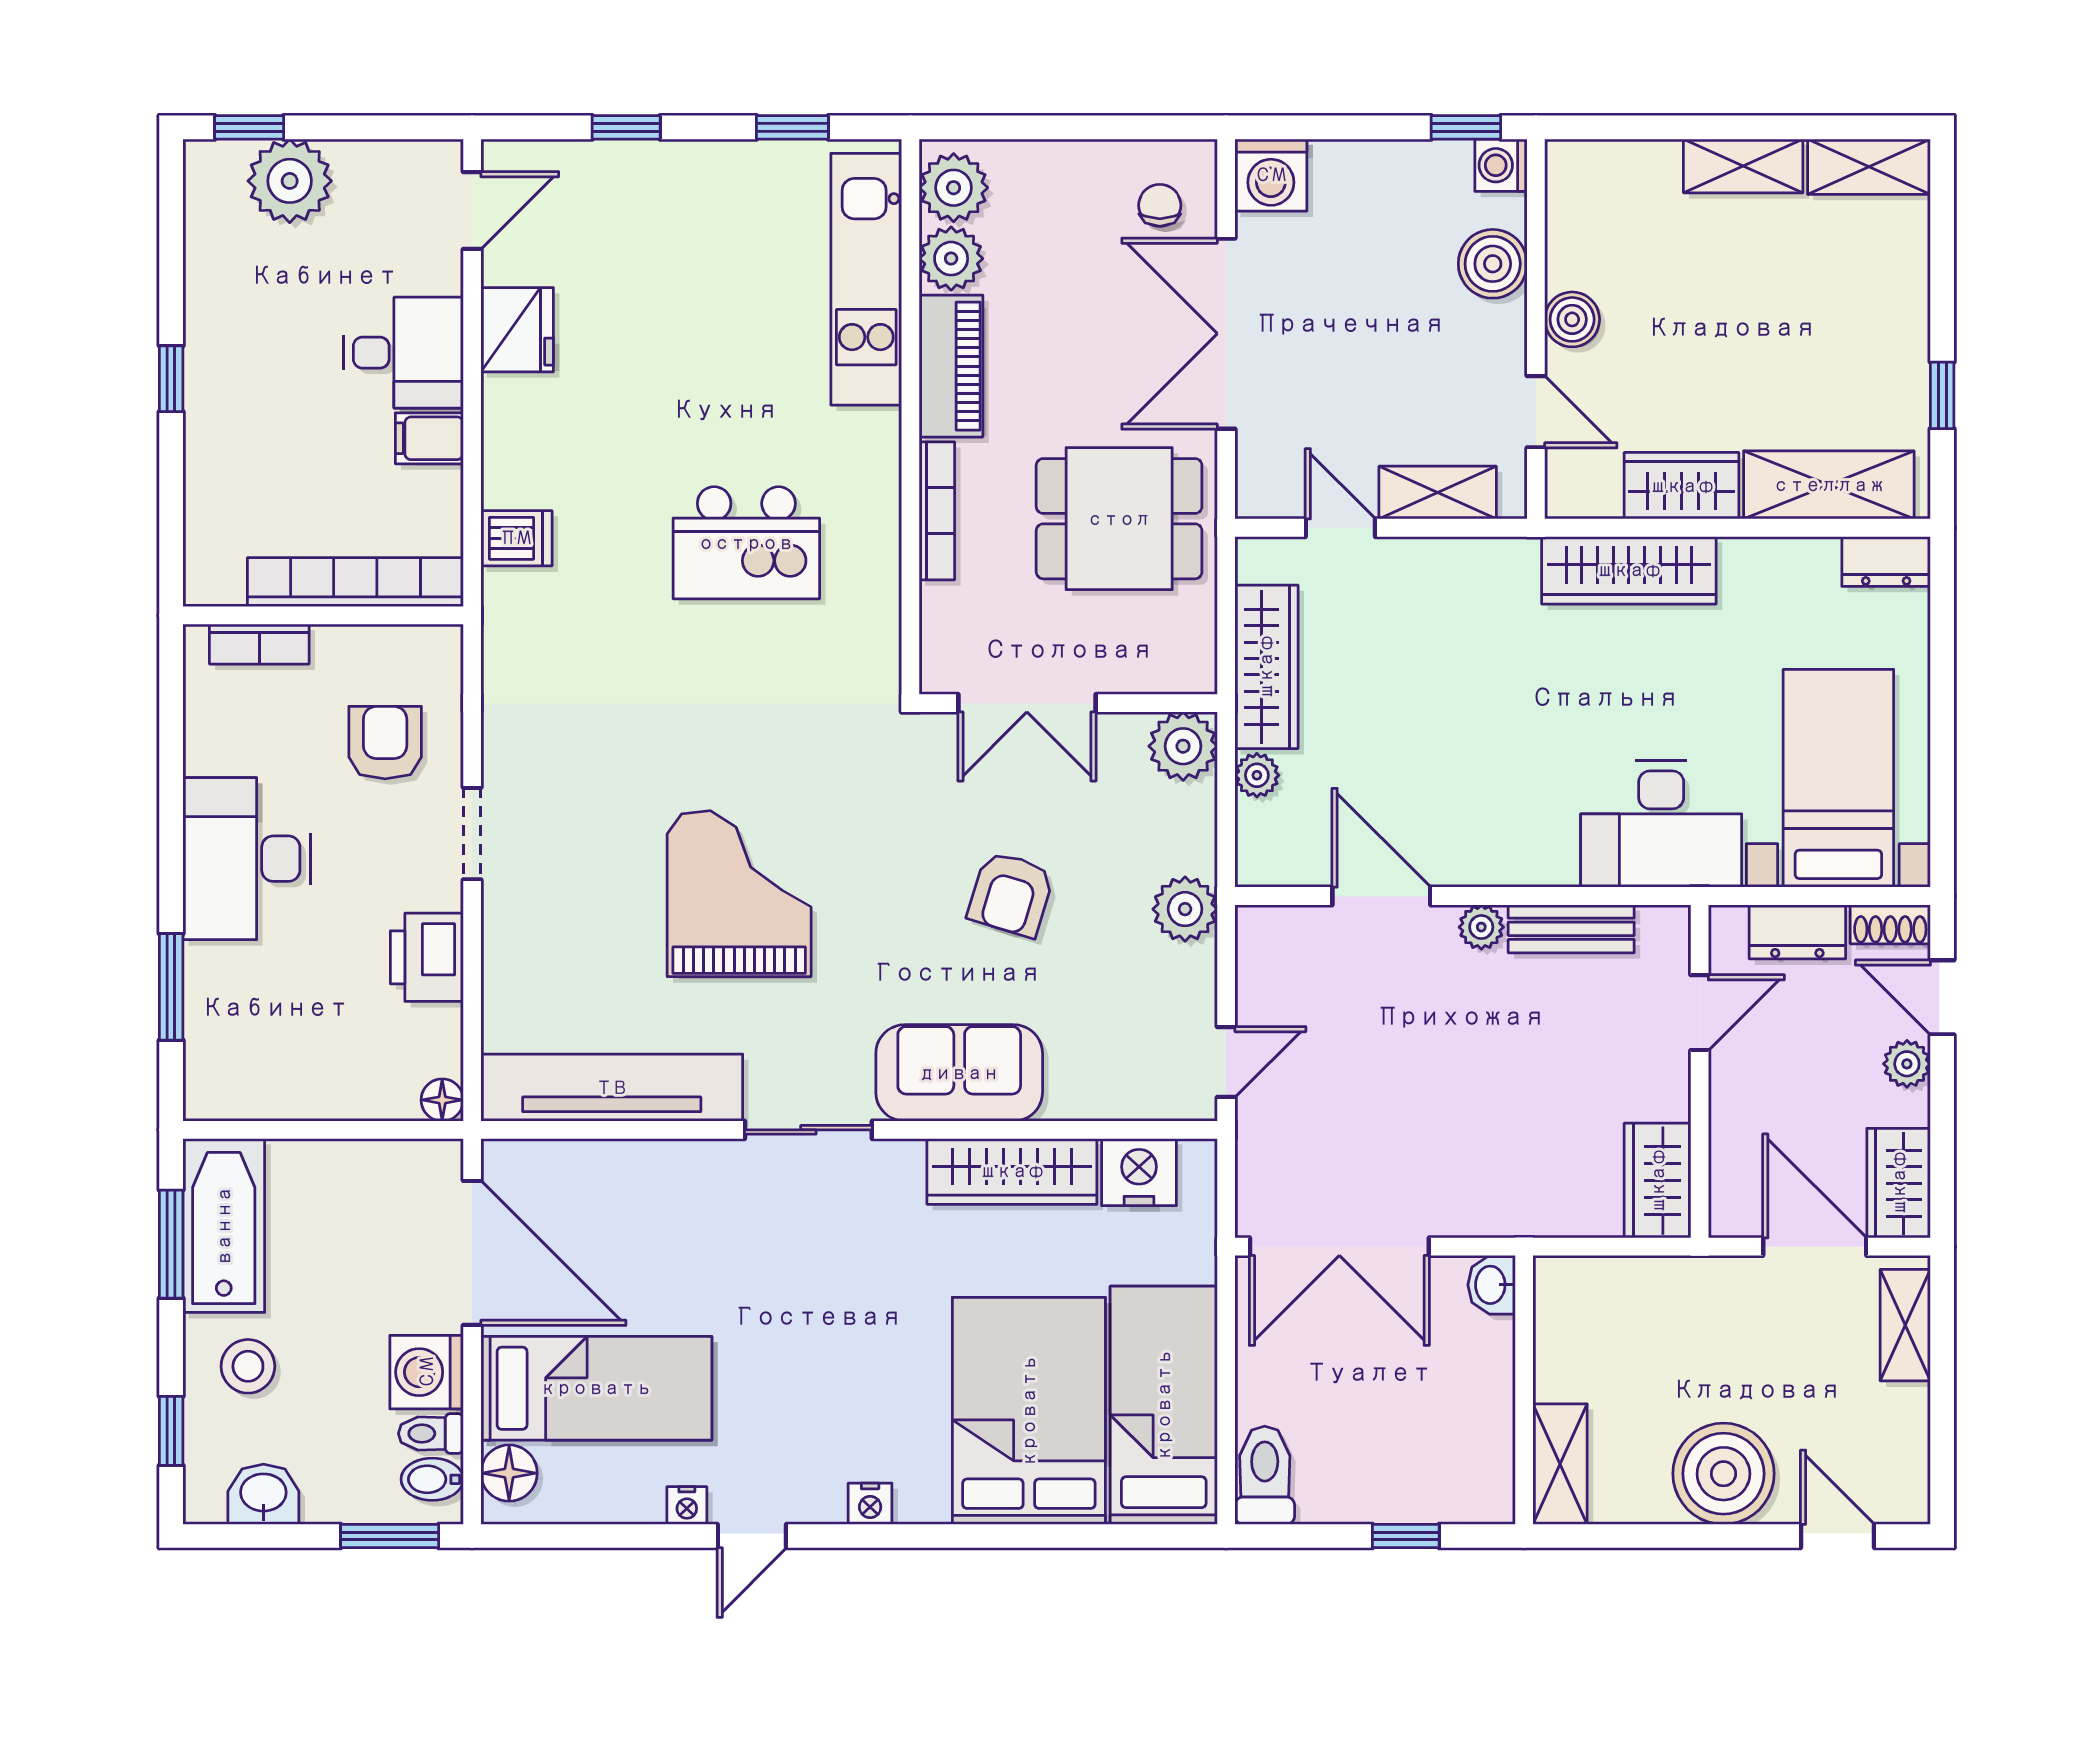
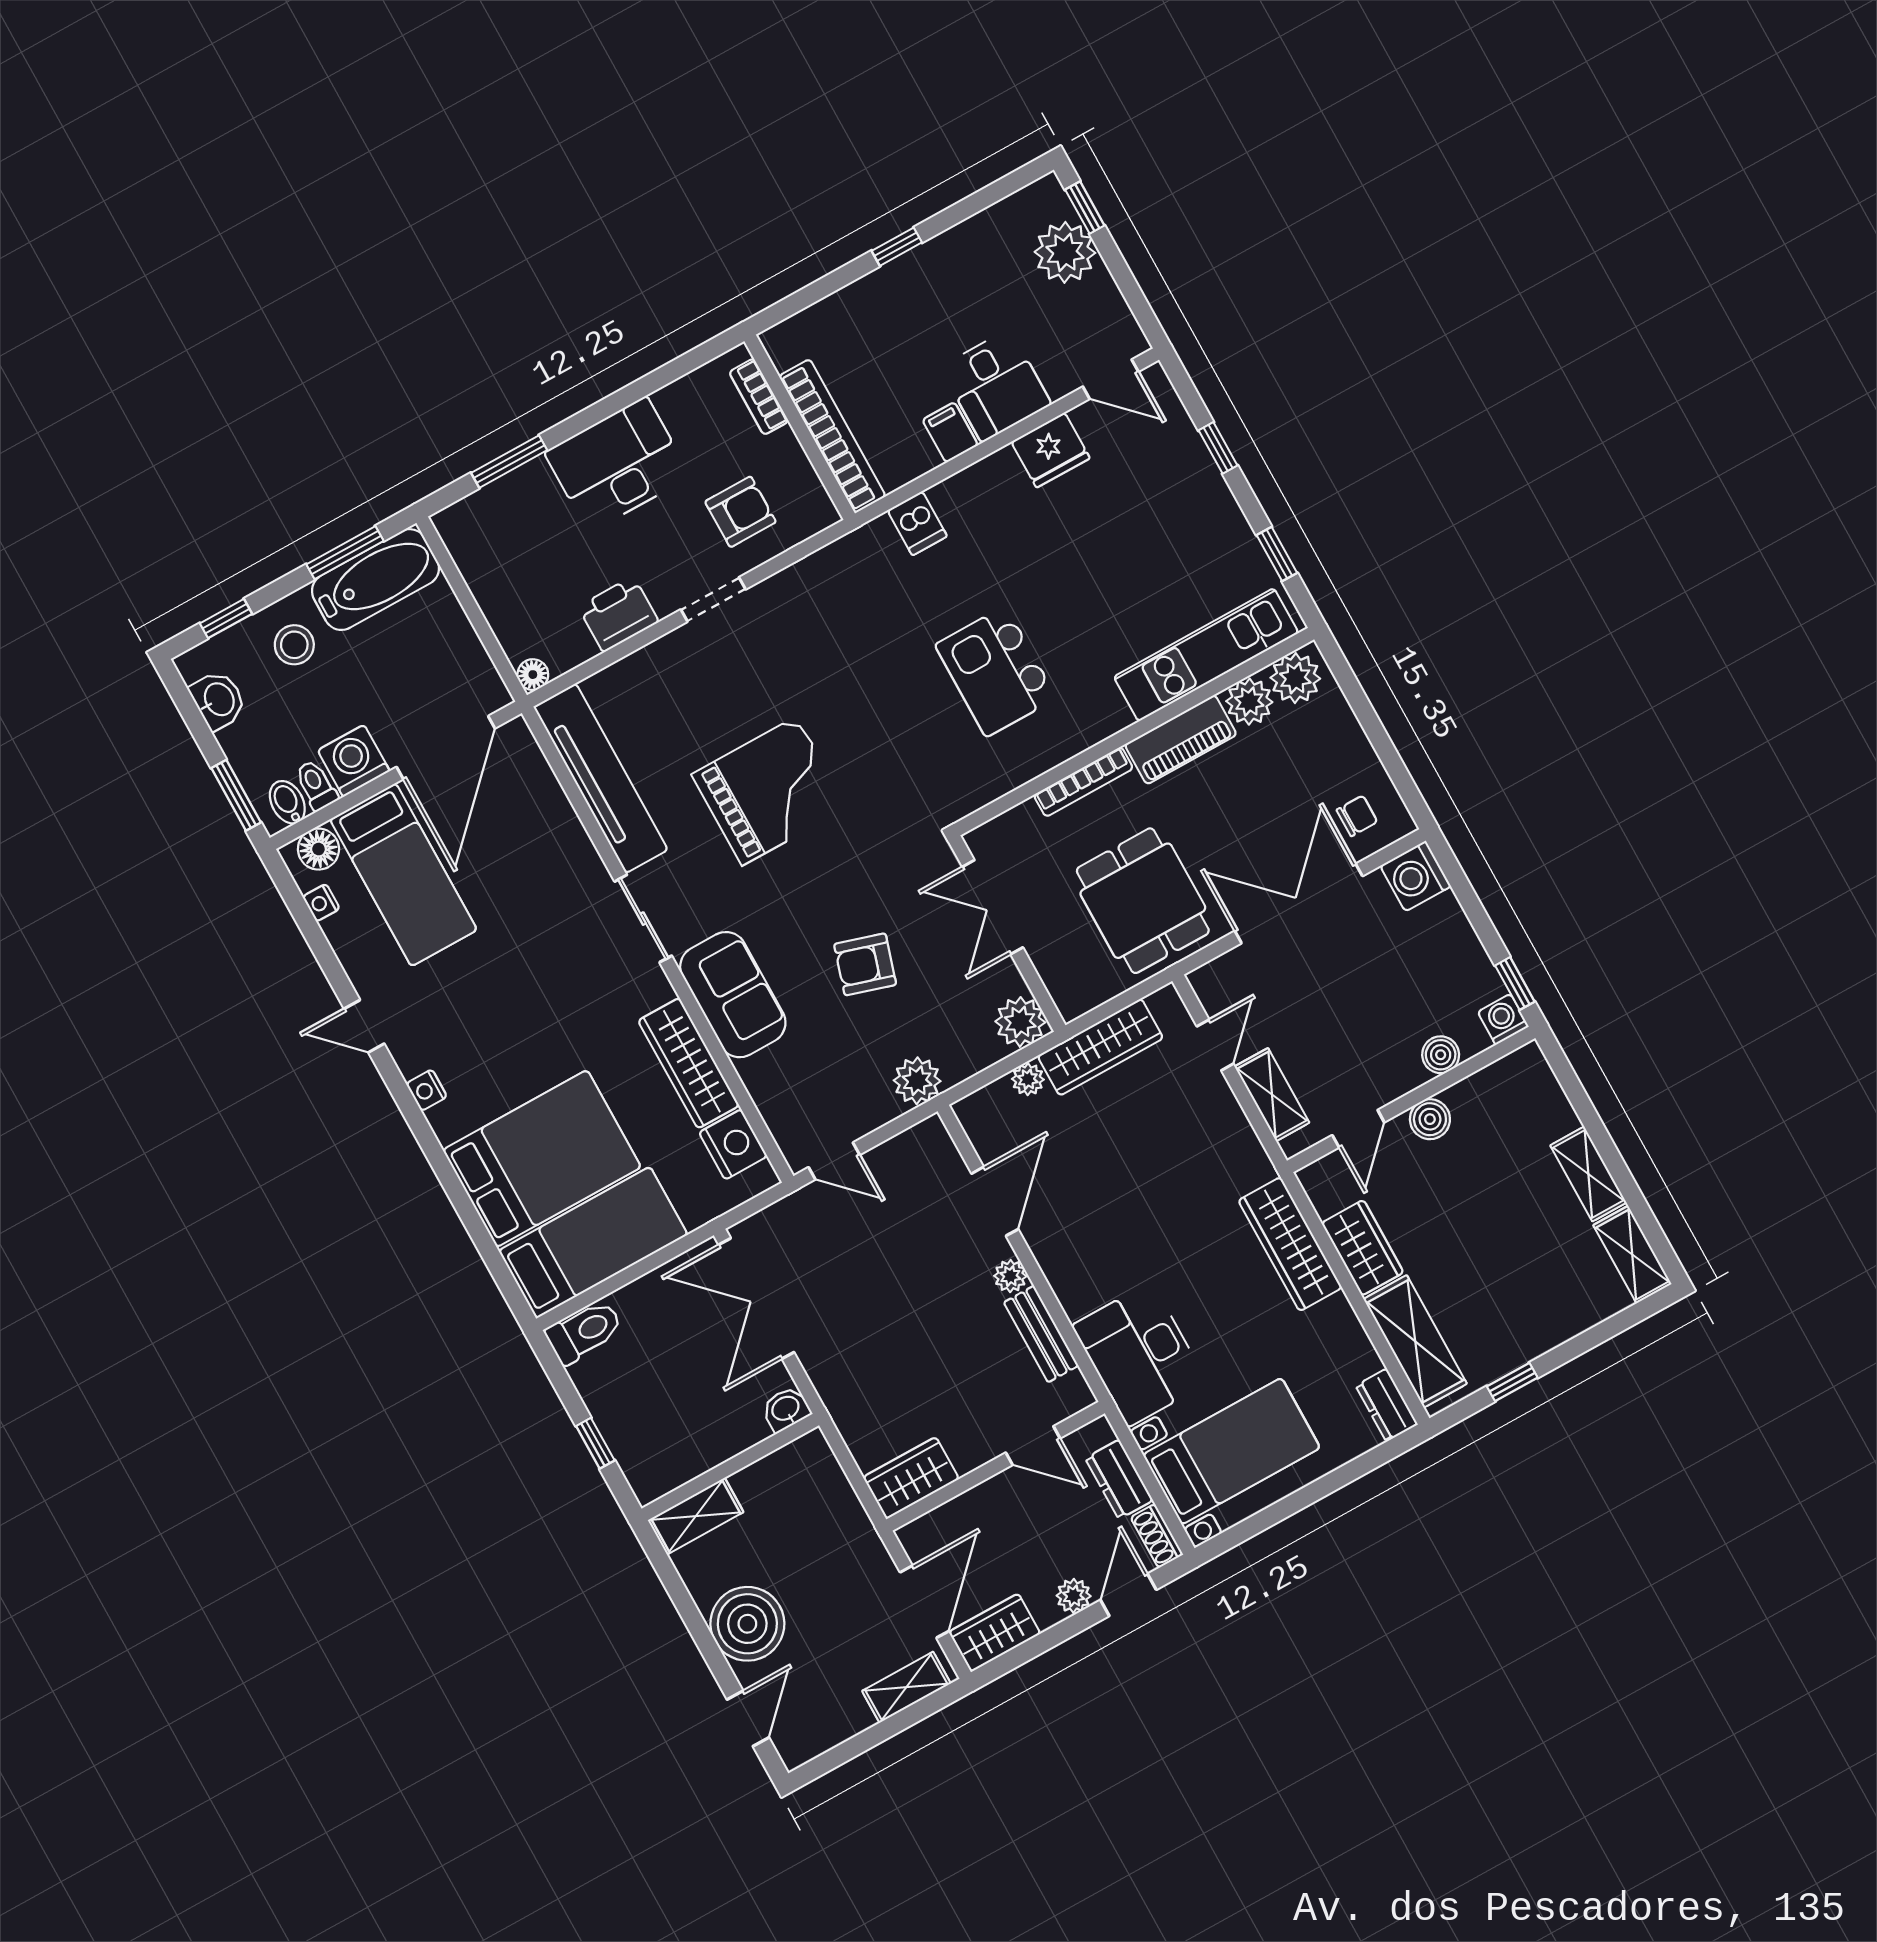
boiler: (1493, 264) -> (1441, 1055), width x0.73, depth x0.73
nightstand: (687, 1505) -> (321, 903), moved

